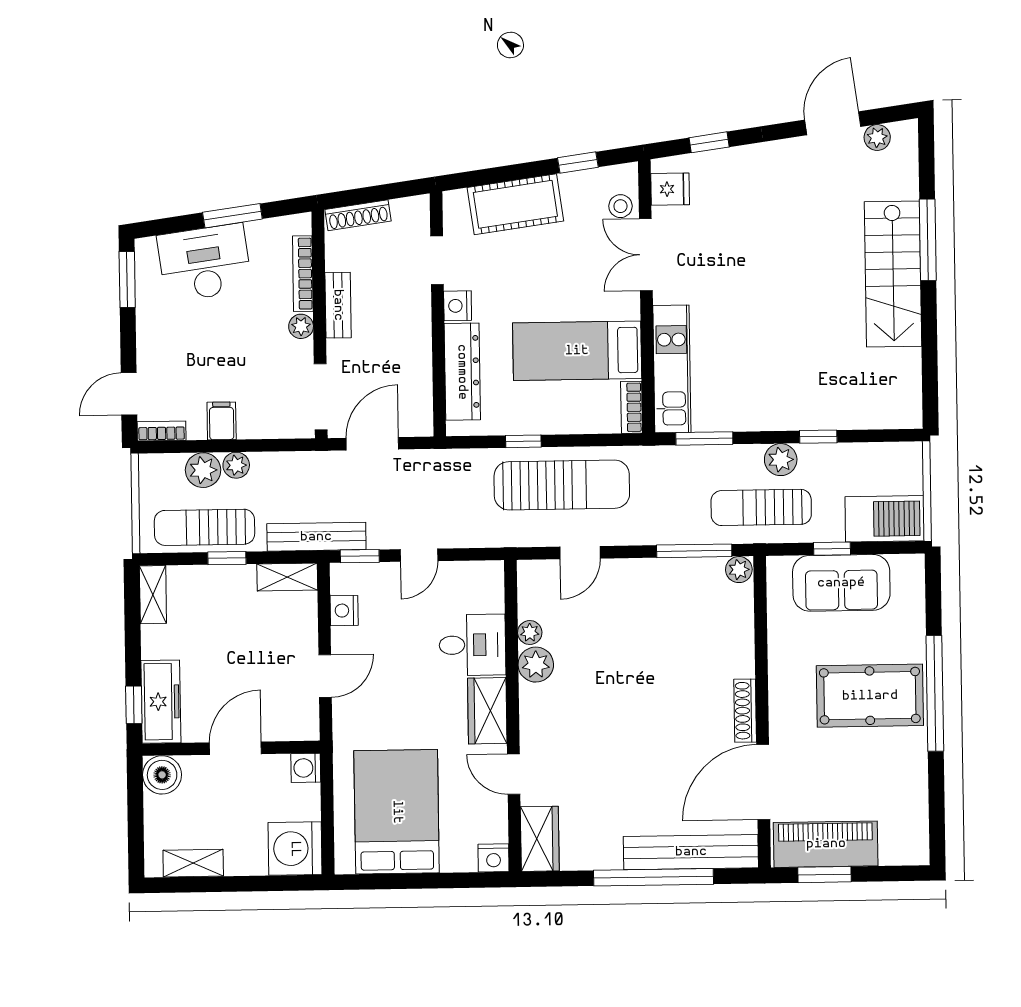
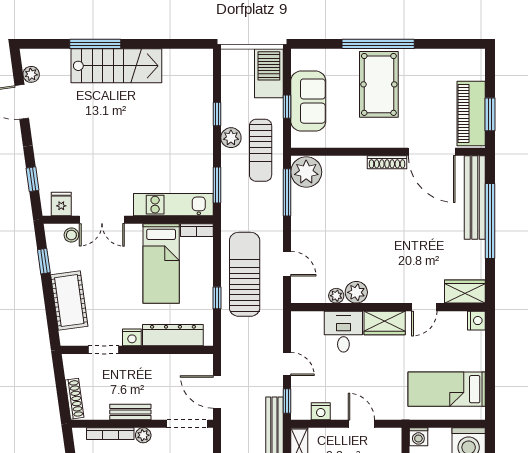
plant: (739, 570) -> (306, 172), width x1.87, depth x1.87
bed: (397, 812) -> (447, 389), width x0.67

